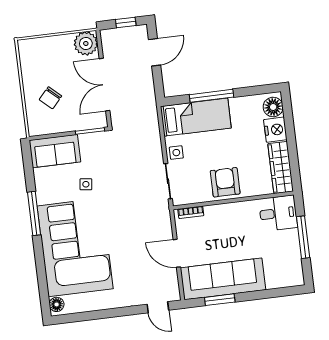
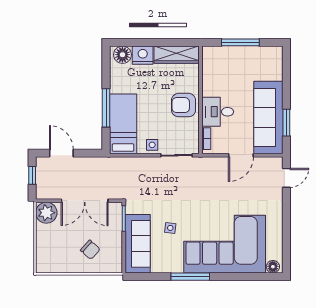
sofa: (55, 151) -> (138, 244), width x1.36
desk: (278, 213) -> (218, 112), moved, turned -90

